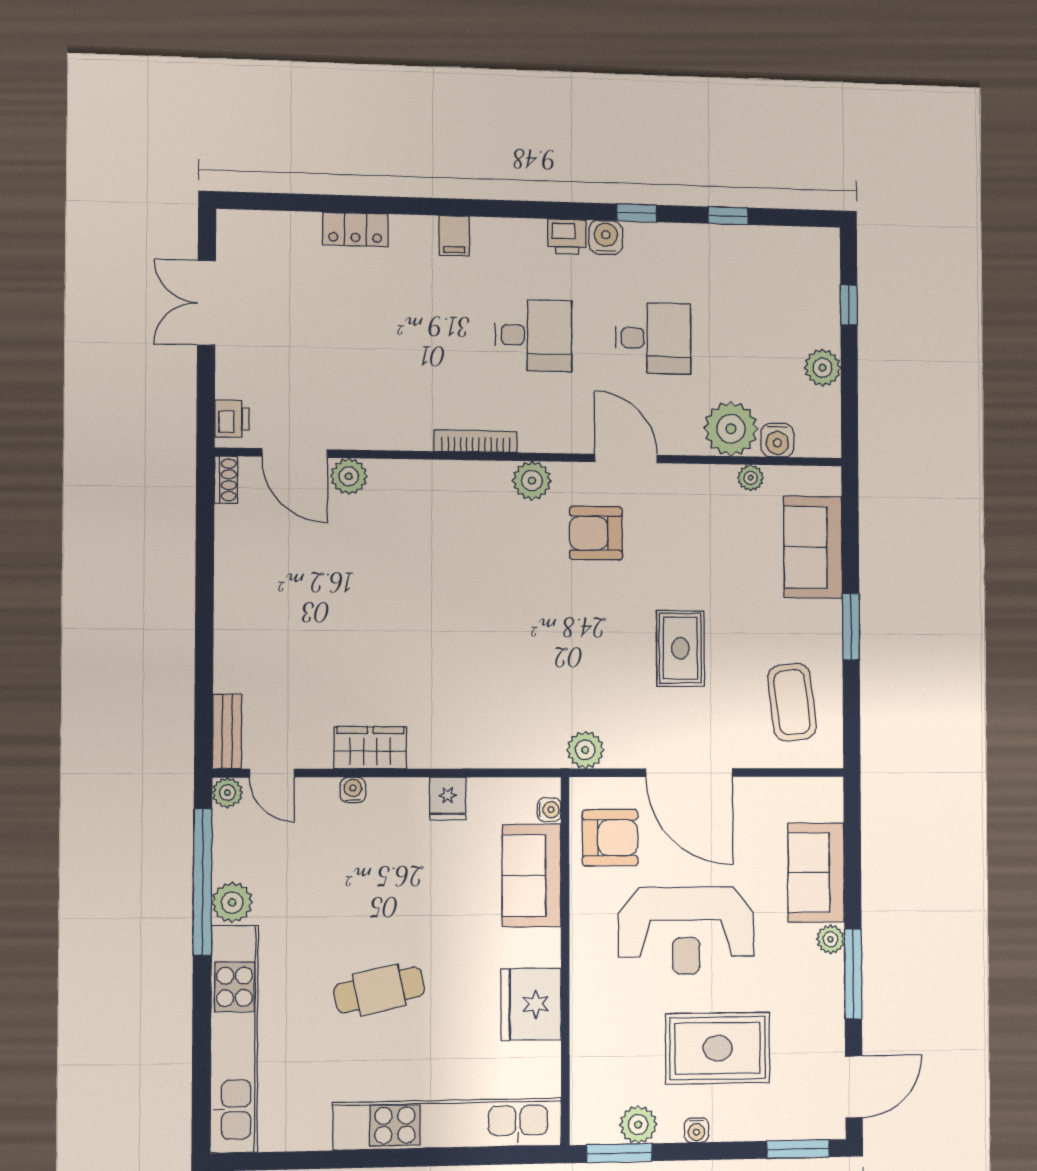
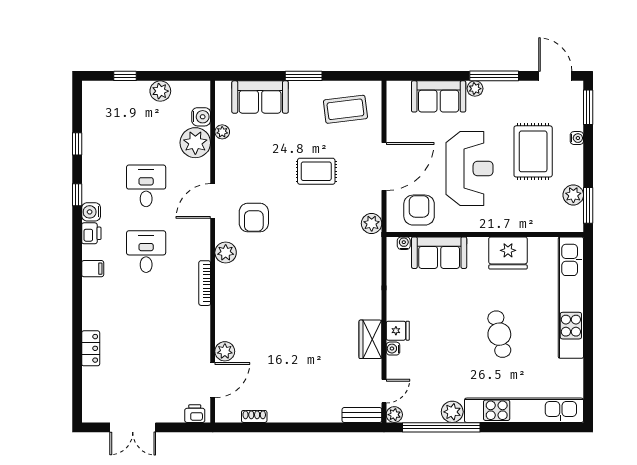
filing cabinet: (454, 236) -> (93, 269), moved
shoe rack: (226, 480) -> (254, 416), moved
fridge: (448, 799) -> (398, 331), moved
water cooler: (696, 1130) -> (577, 138), moved

